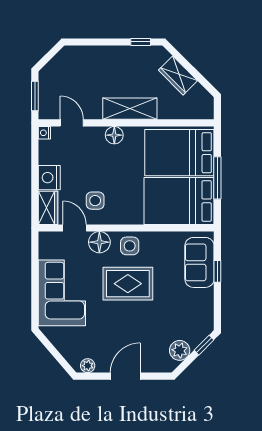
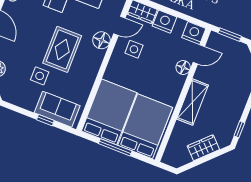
nightstand: (44, 133) -> (194, 33), width x1.89, depth x1.79
floor lamp: (114, 135) -> (183, 68), moved
side table: (130, 246) -> (40, 76), moved

